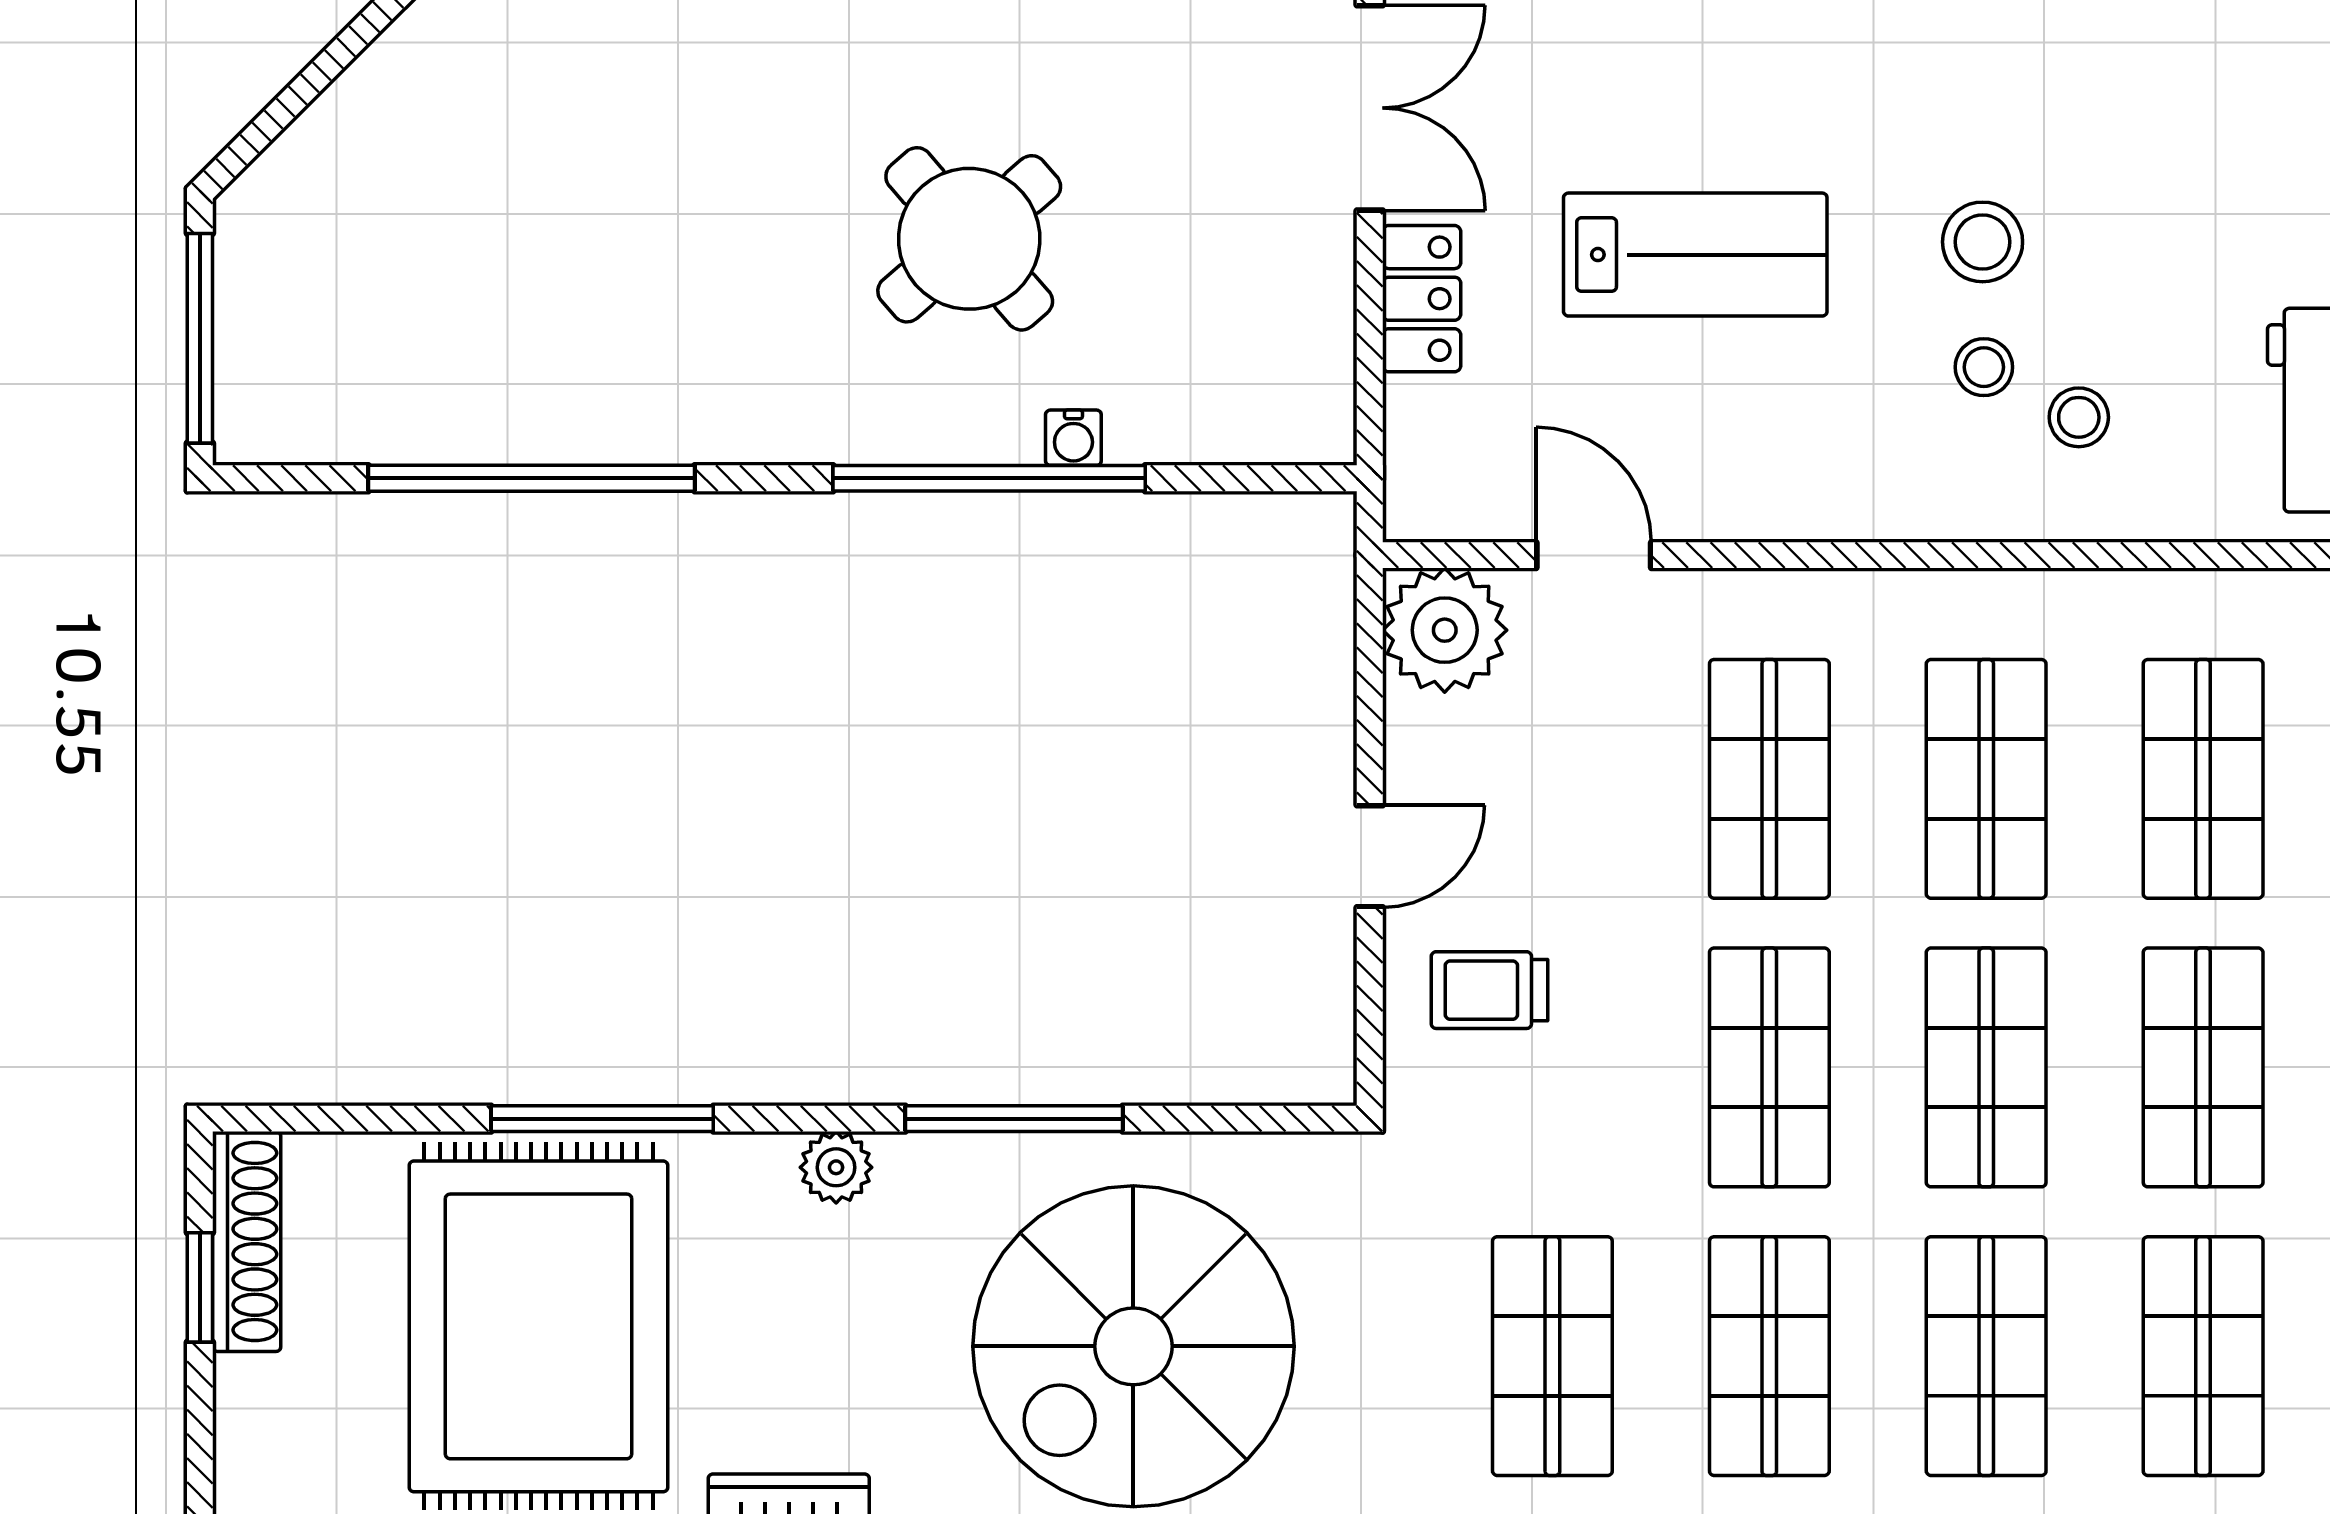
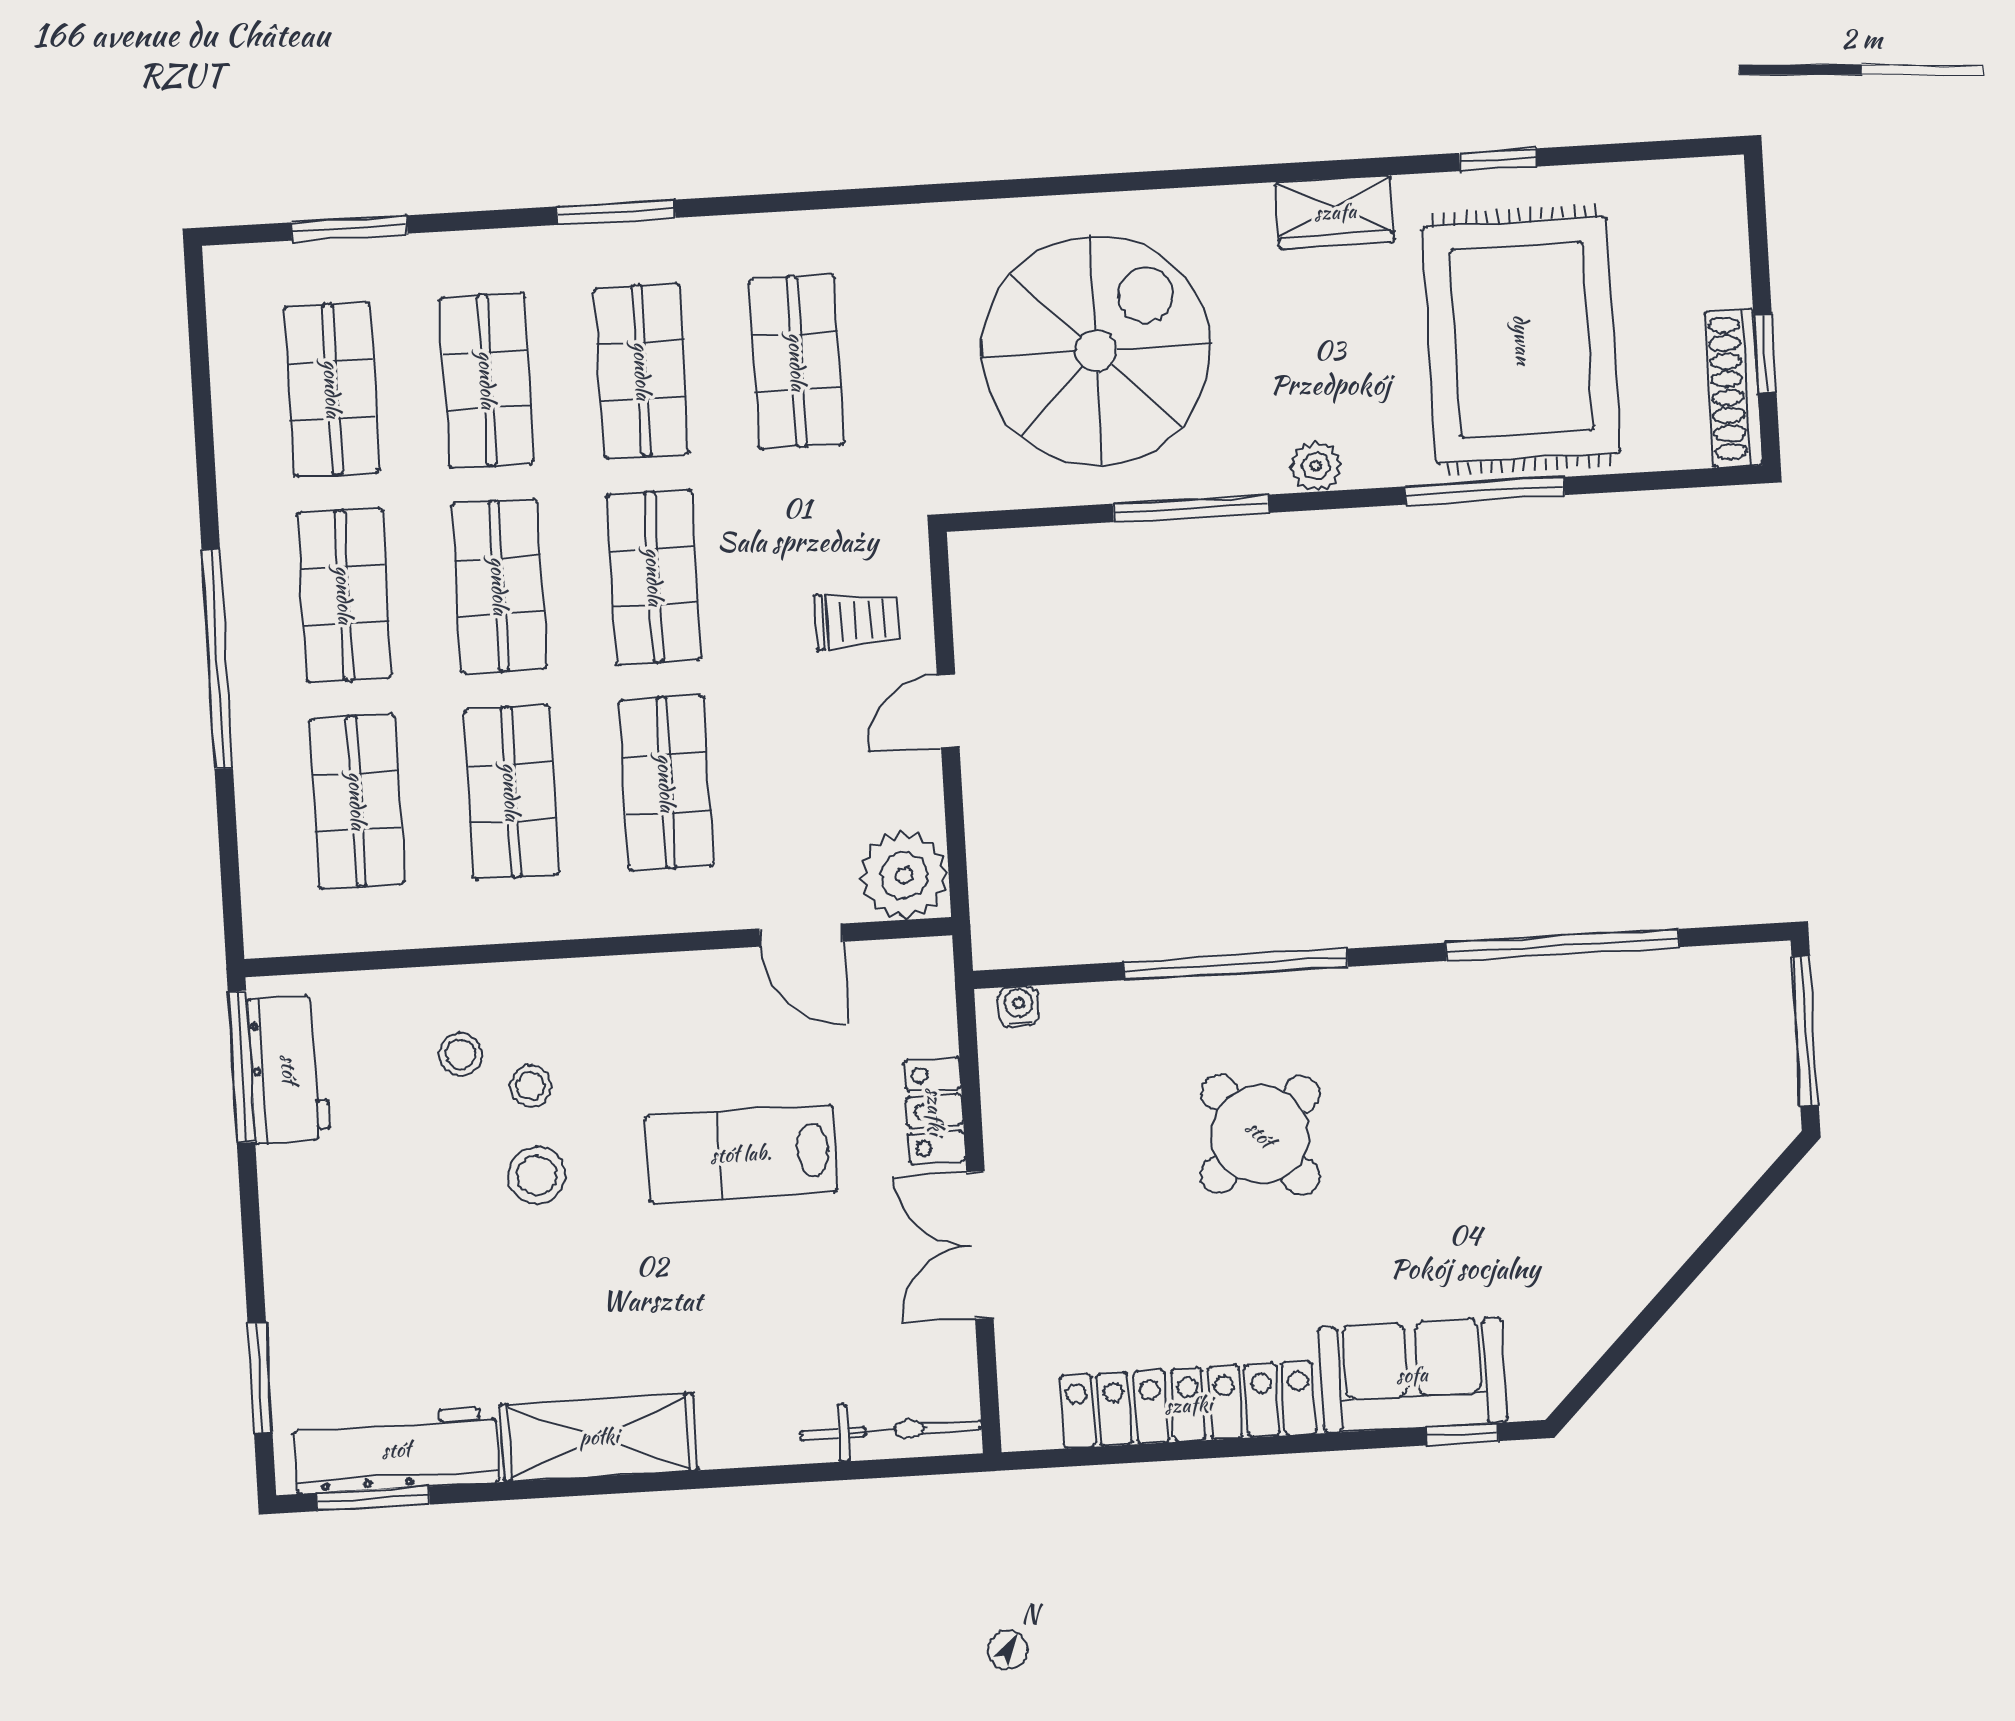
water cooler: (1073, 438) -> (1019, 1006), moved

